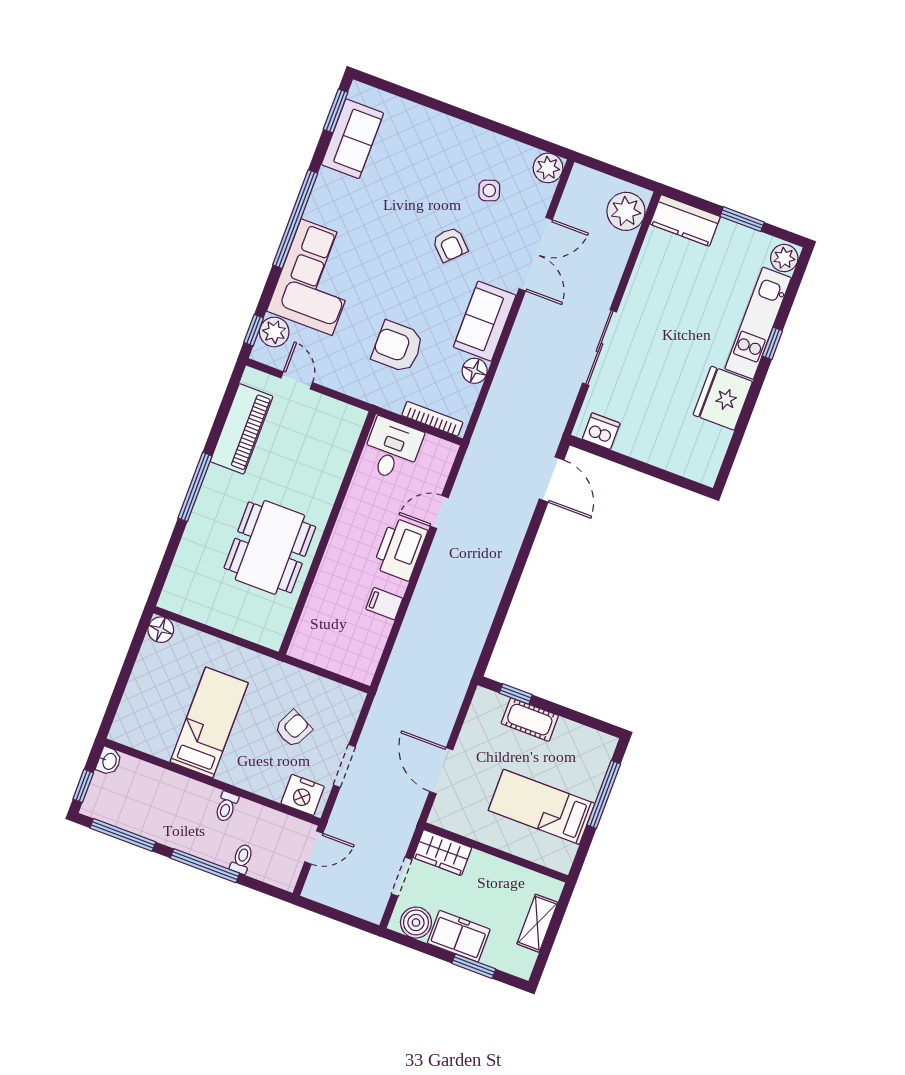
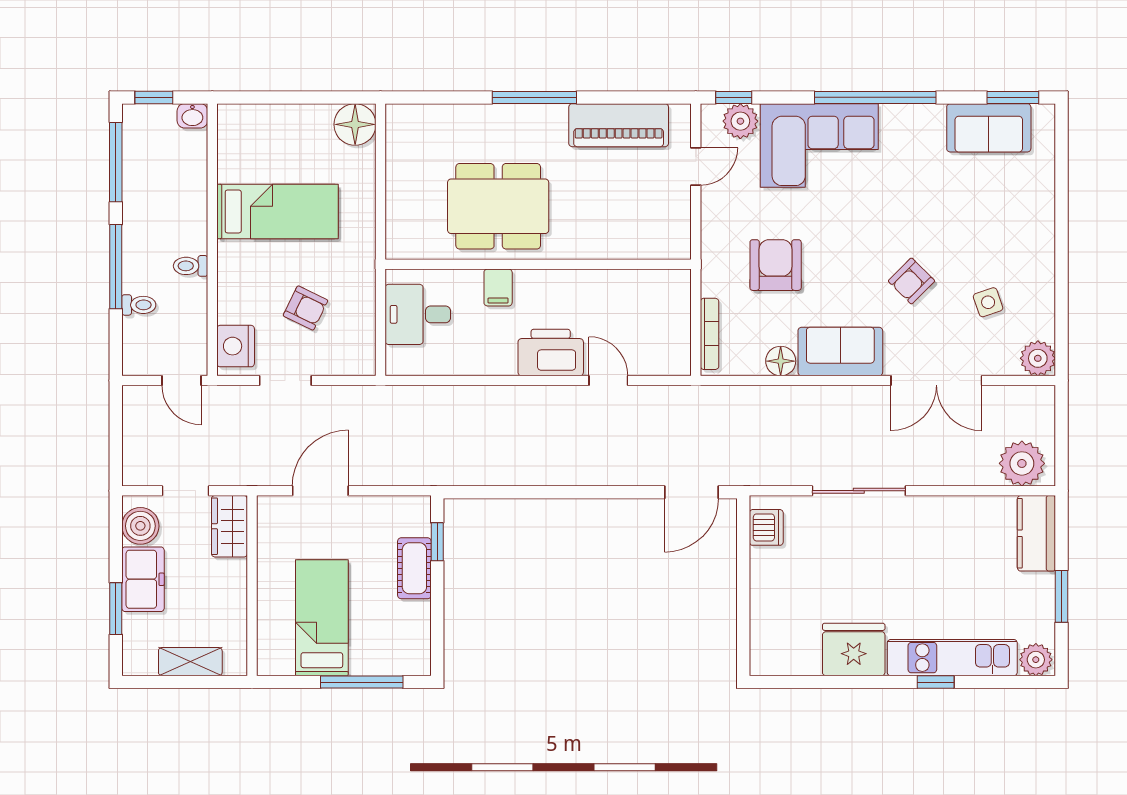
desk: (392, 449) -> (418, 314), moved, turned 180
filing cabinet: (384, 604) -> (498, 287), moved, turned 180
floor lamp: (161, 630) -> (355, 124), width x1.38, depth x1.38

